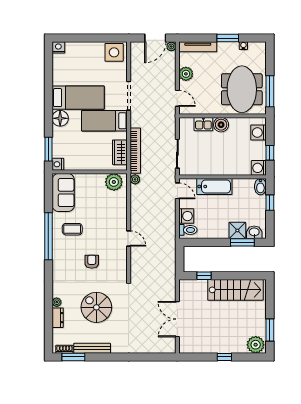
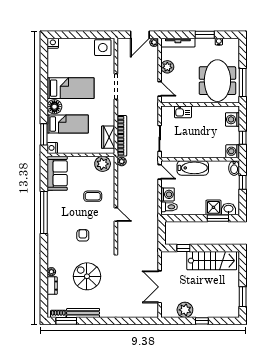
bed: (104, 121) -> (68, 124), moved, turned 180
boiler: (221, 125) -> (199, 112), removed
coffee table: (72, 229) -> (93, 196), moved
plant: (256, 345) -> (185, 310), moved

